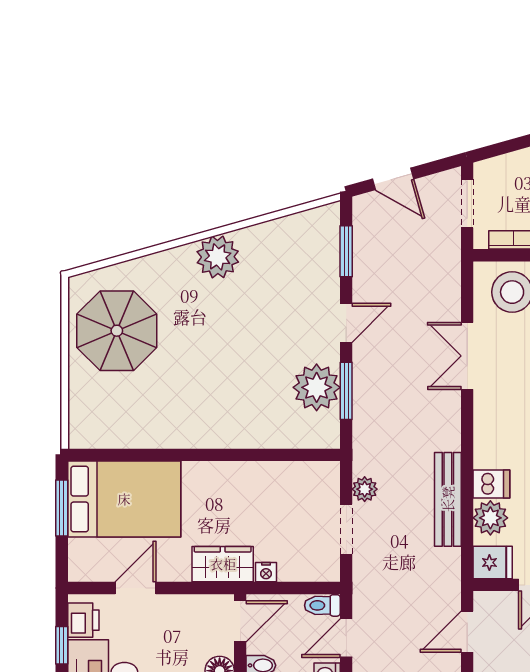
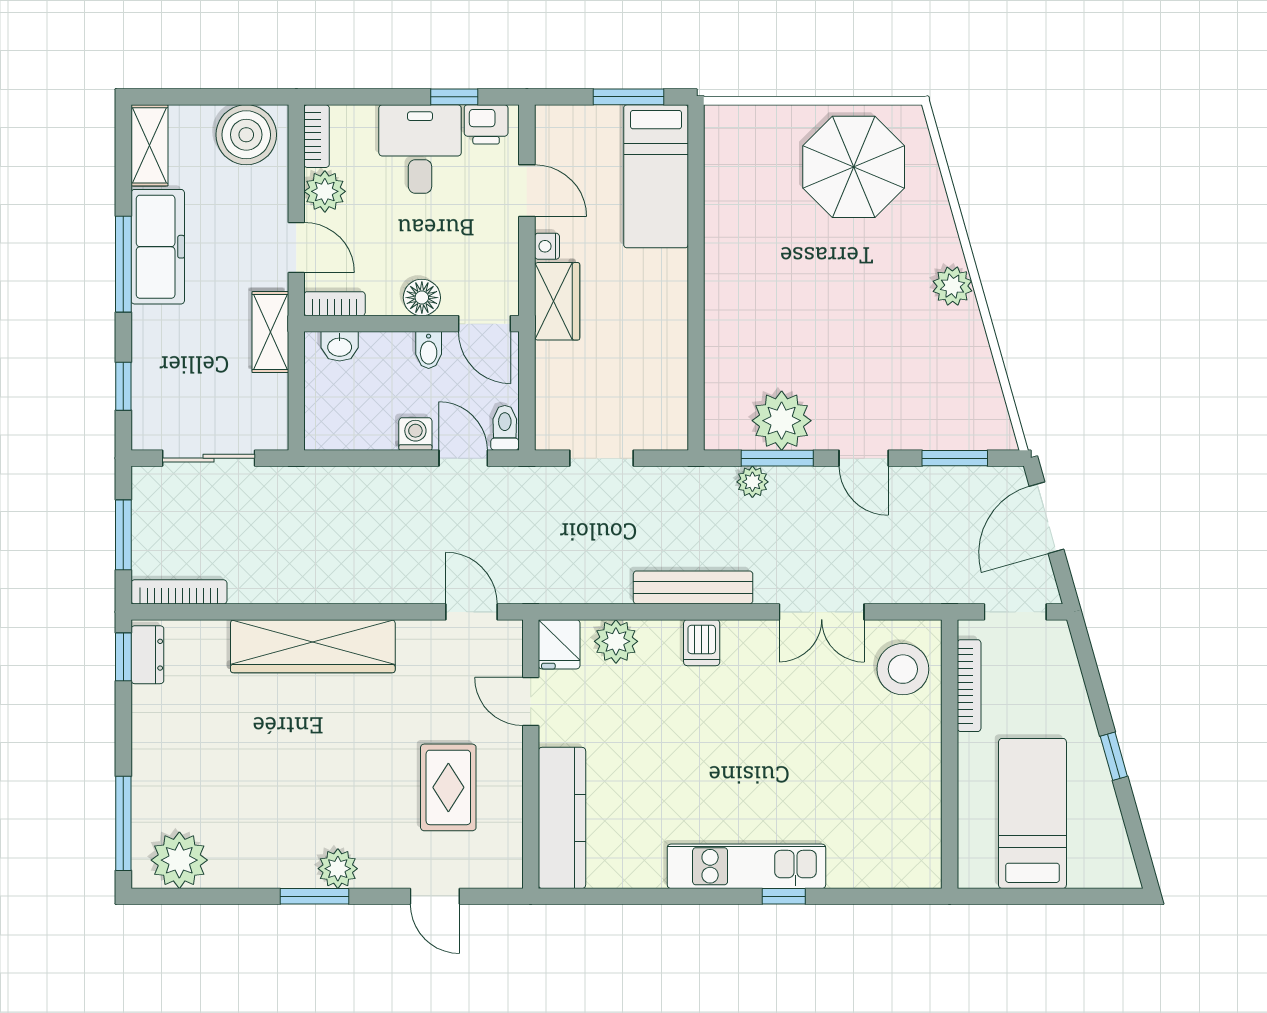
door: (393, 179) -> (1047, 518), width x1.37
plant: (218, 257) -> (952, 286), width x0.73, depth x0.73
double door: (467, 356) -> (822, 612), swing flipped
dishwasher: (491, 484) -> (702, 643), moved
plant: (365, 489) -> (752, 482), moved
bed: (124, 499) -> (656, 176), width x0.67
bench: (448, 499) -> (693, 587), moved
nightstand: (266, 572) -> (547, 246), moved

